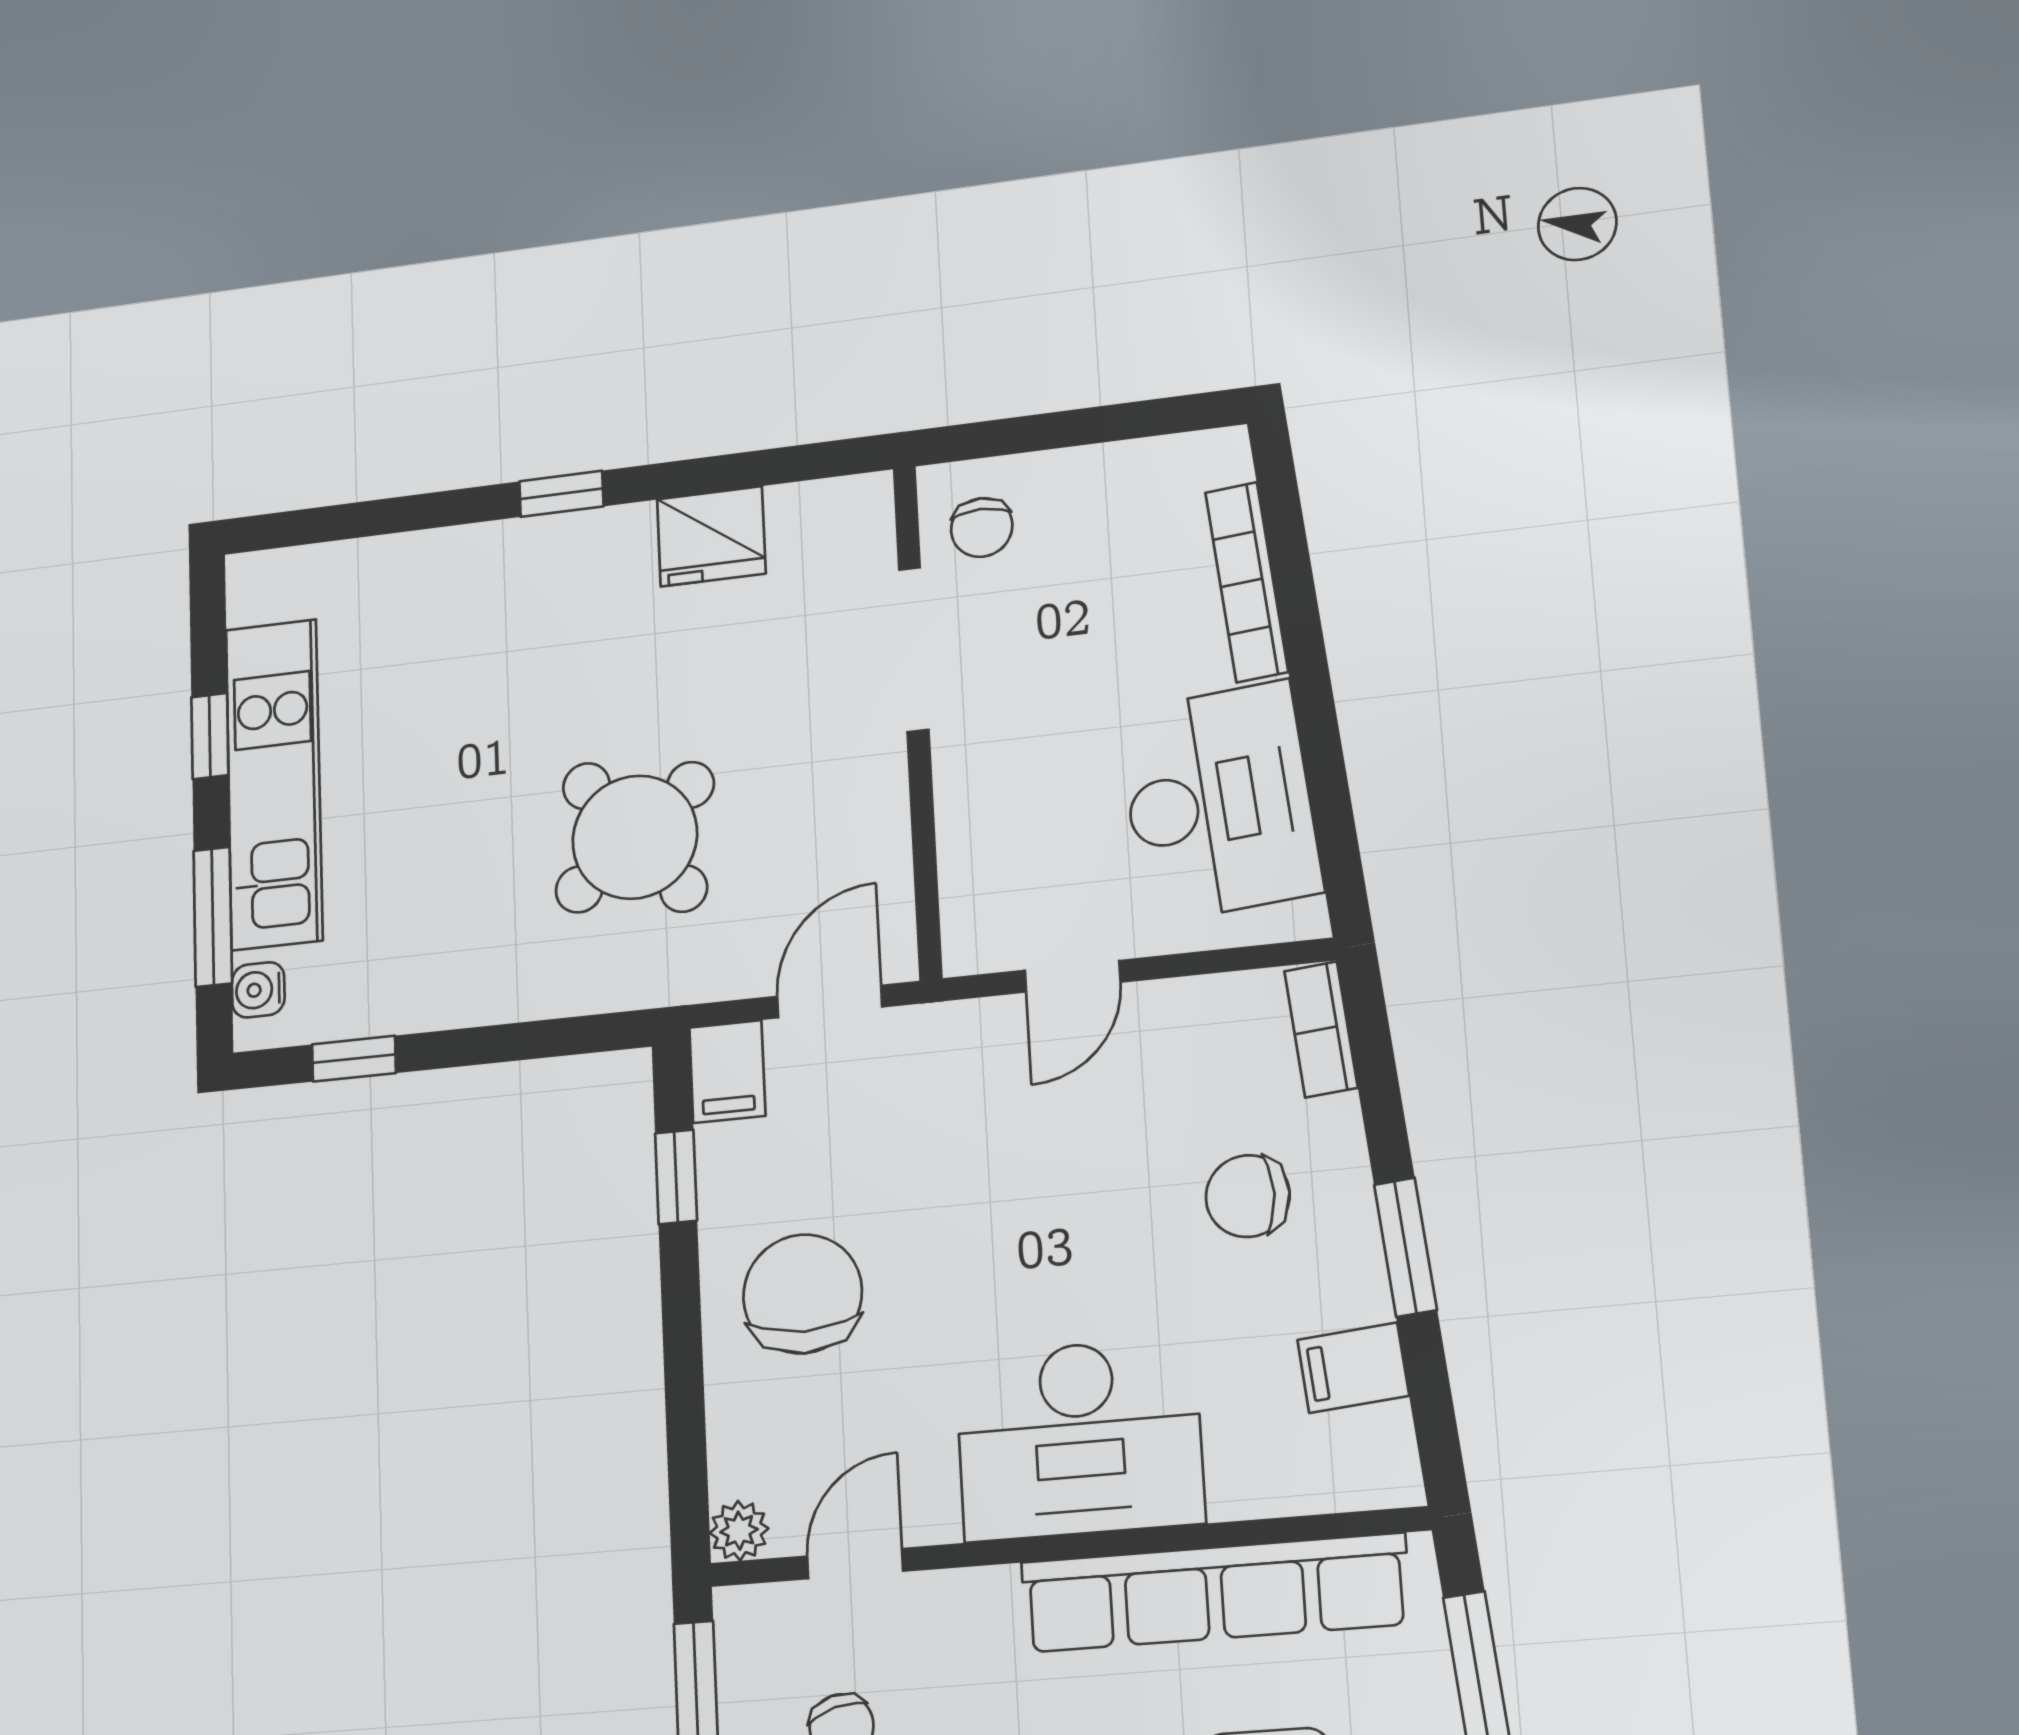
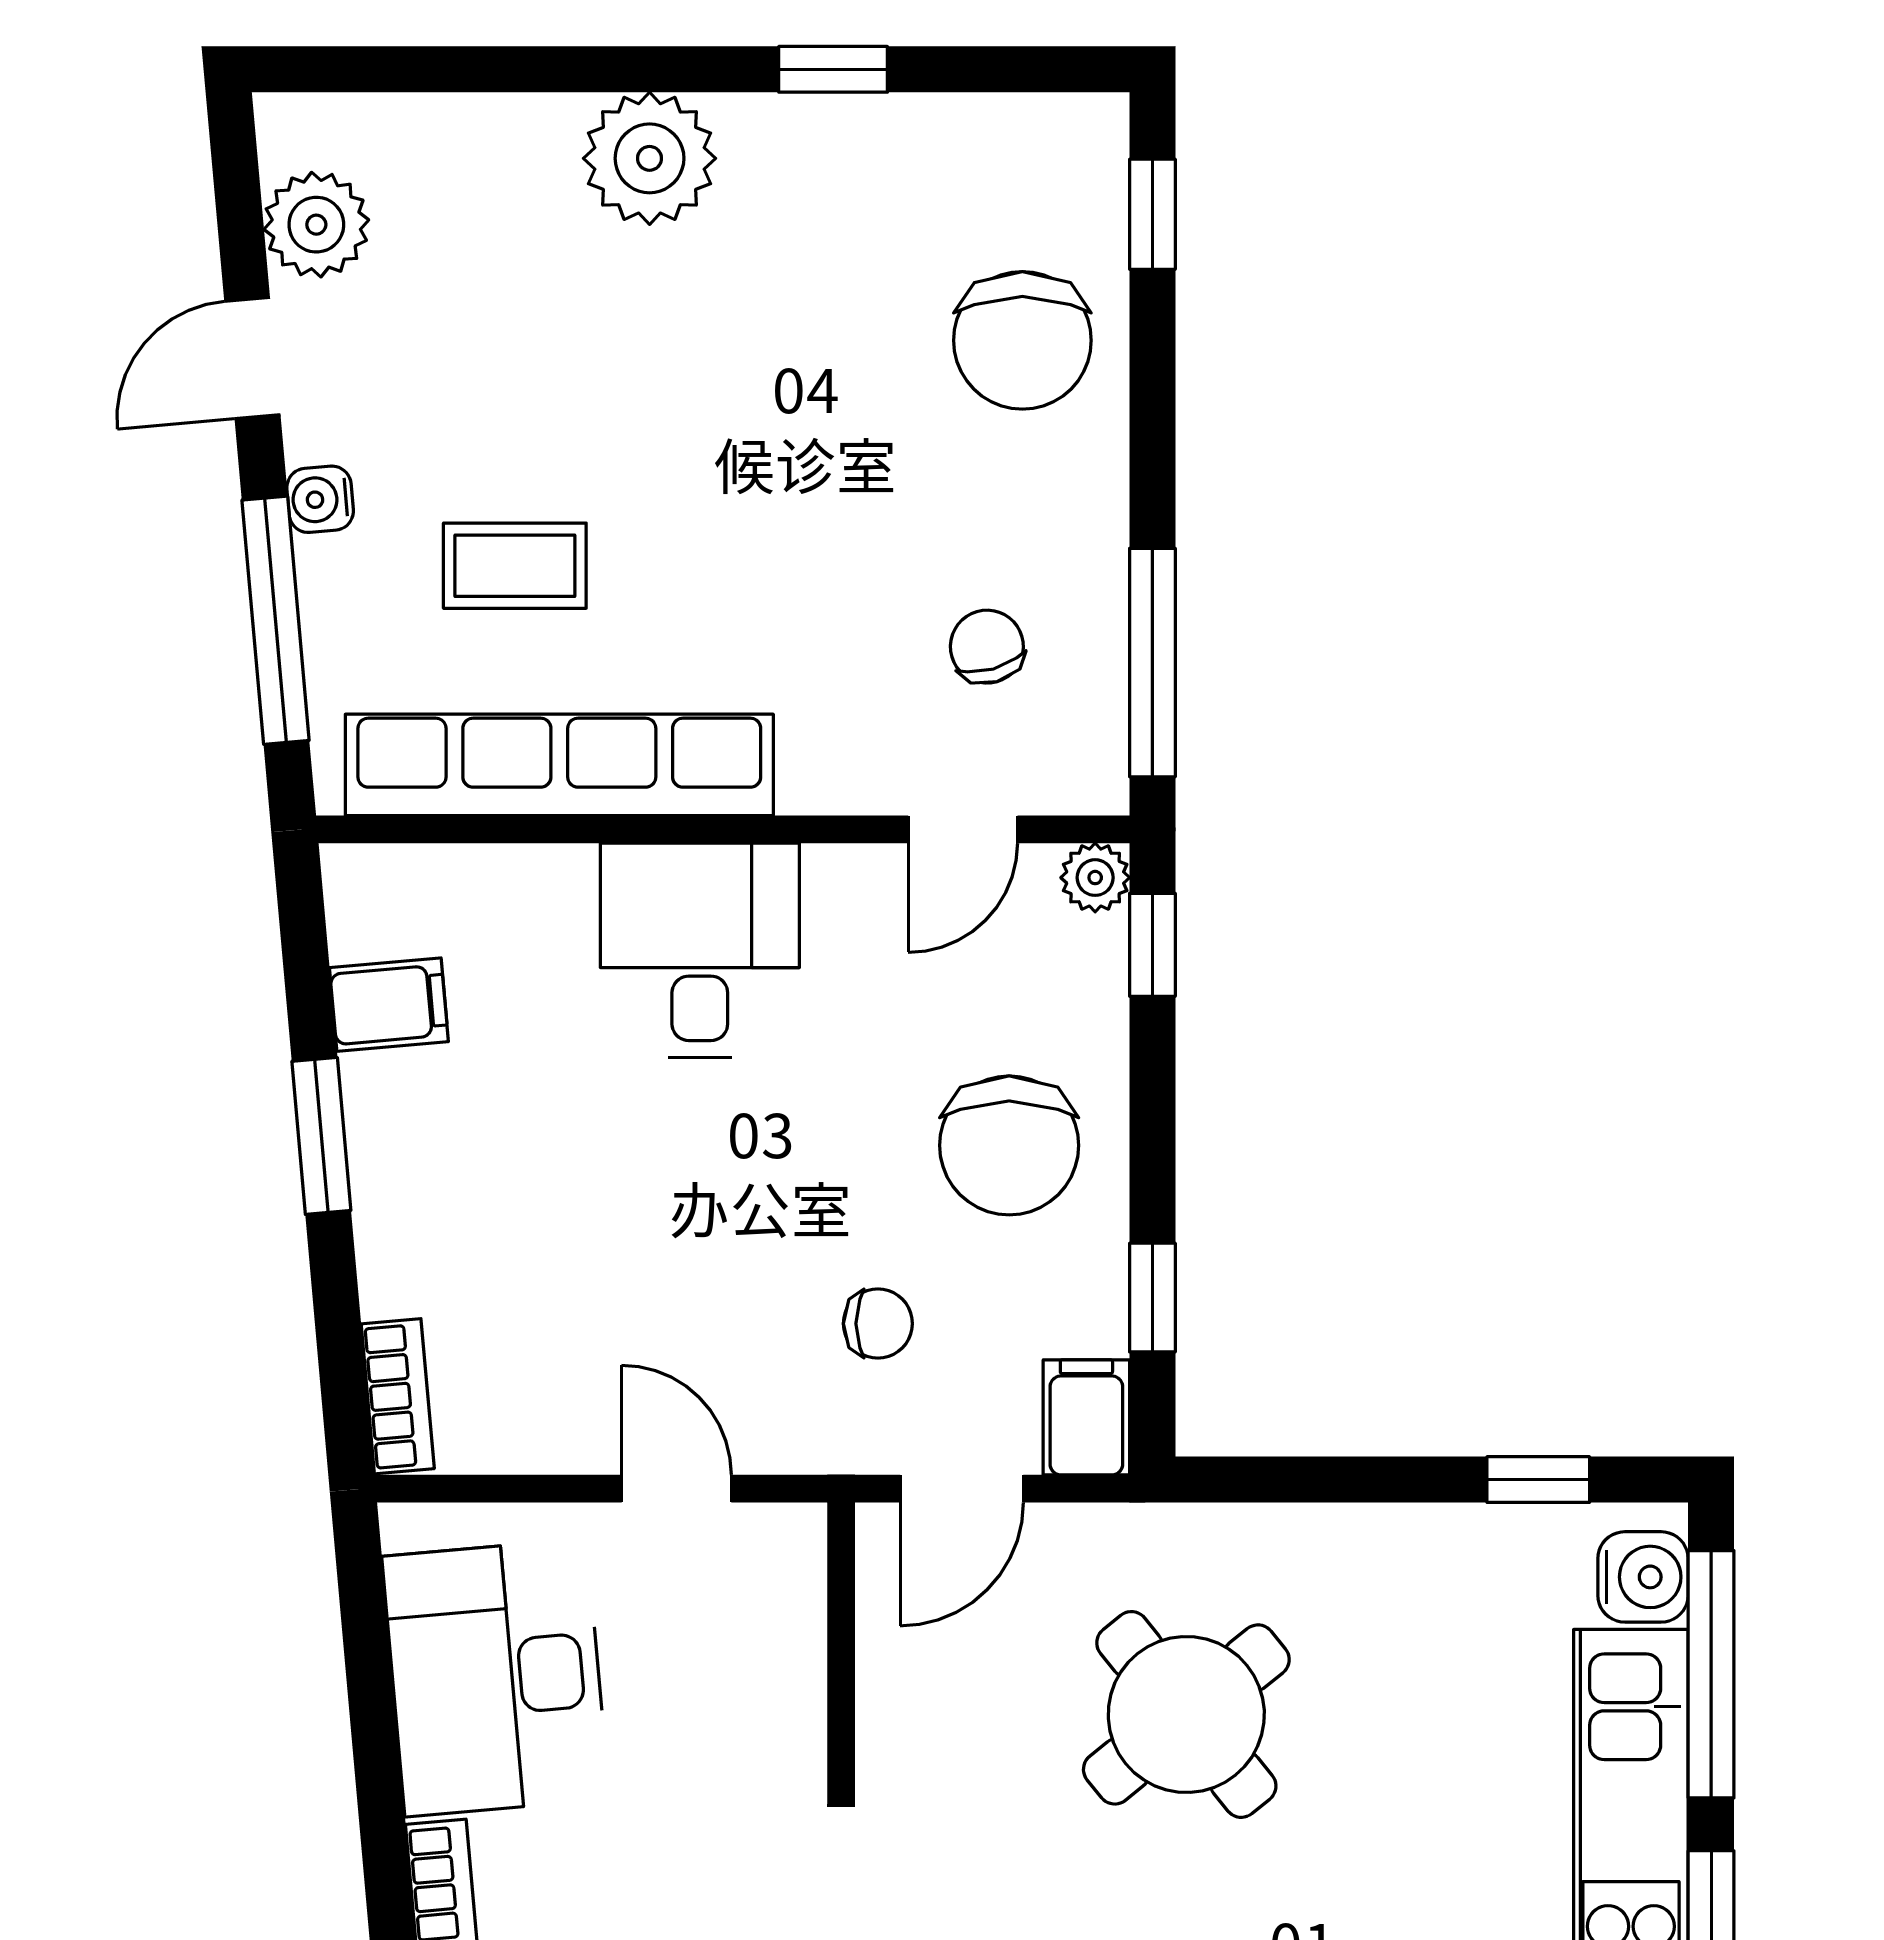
window: (213, 917) -> (1711, 1674), width x1.44
door: (1073, 976) -> (676, 1489), hinge flipped
water cooler: (258, 990) -> (1643, 1577), width x1.38, depth x1.38
chair: (1248, 1196) -> (878, 1324), moved, width x0.73, depth x0.73
desk: (1079, 1439) -> (700, 950), width x0.73
window: (688, 1477) -> (1152, 945), added

